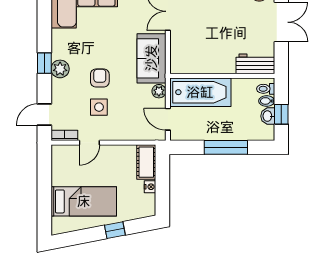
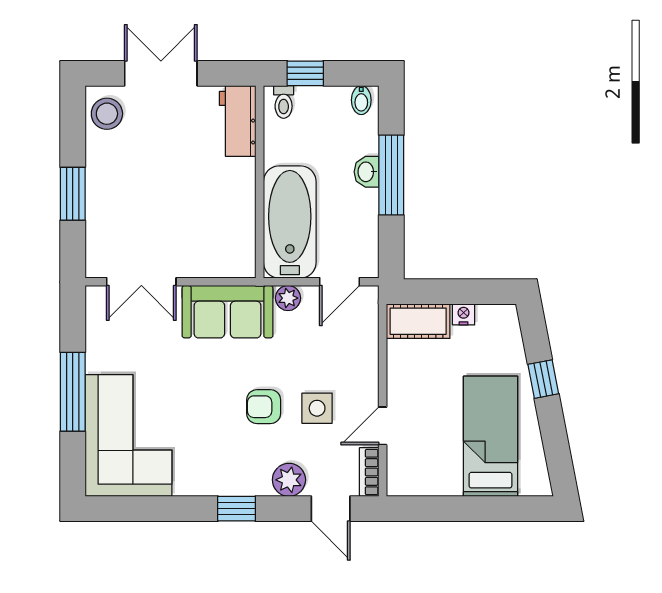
plant: (60, 69) -> (289, 480), moved
bidet: (267, 101) -> (361, 100), moved
window: (281, 114) -> (305, 73), moved
washbasin: (268, 116) -> (367, 172), moved, turned 90
door: (89, 143) -> (383, 426), swing flipped

